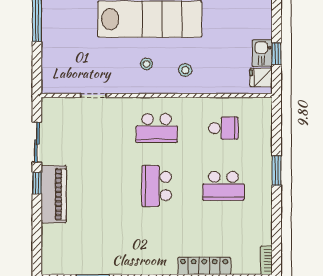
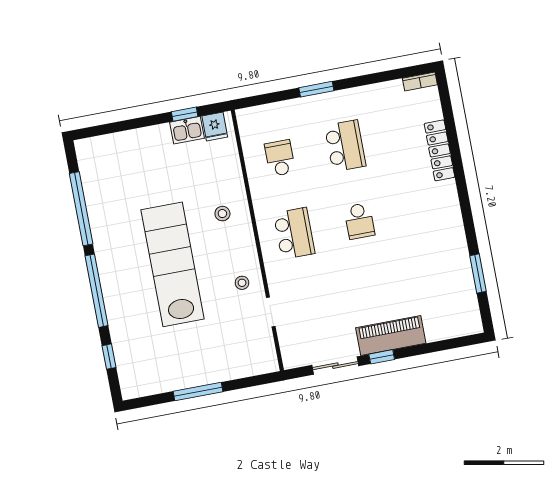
stool: (146, 64) -> (242, 283), moved
school desk: (157, 186) -> (359, 221), width x0.54

